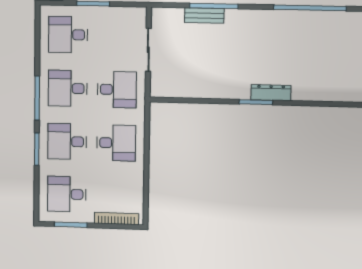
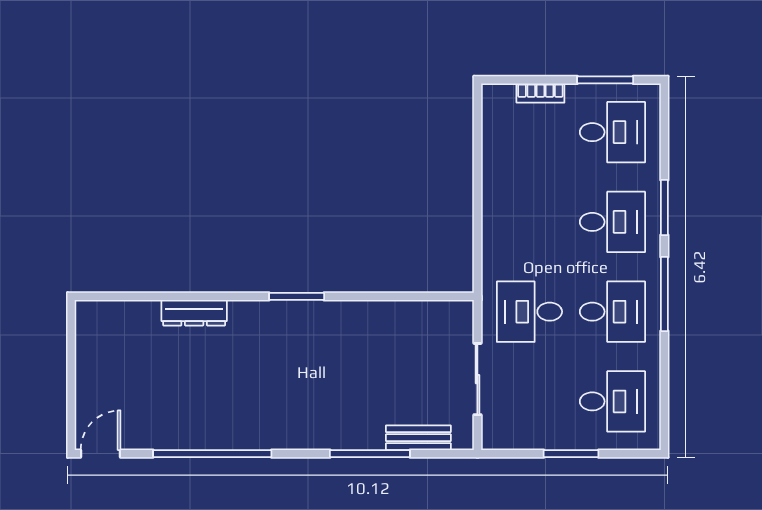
bench: (204, 16) -> (418, 438), moved
dresser: (271, 93) -> (194, 313), moved
desk: (116, 143) -> (529, 222), removed
bookcase: (117, 219) -> (540, 93), width x0.64

